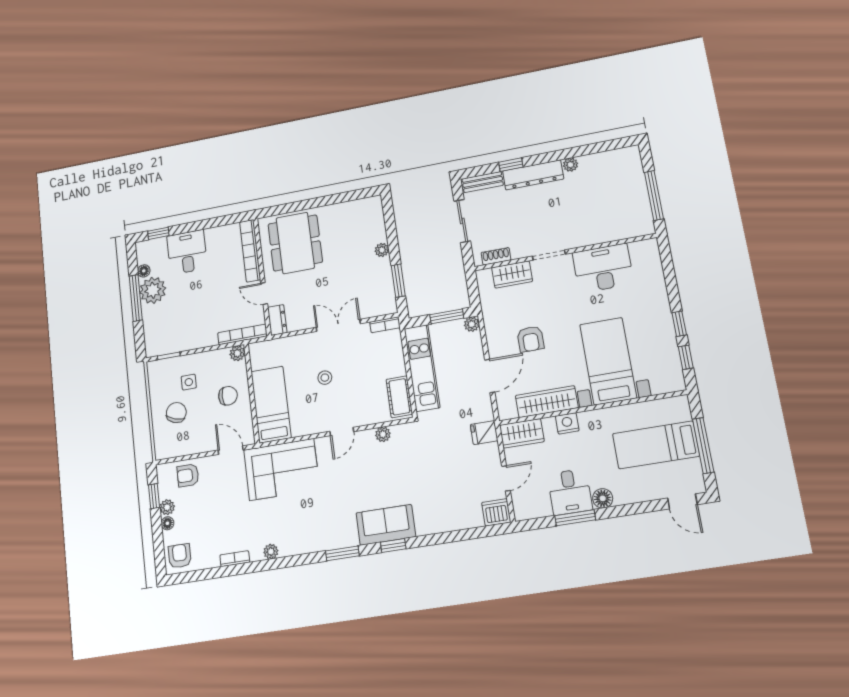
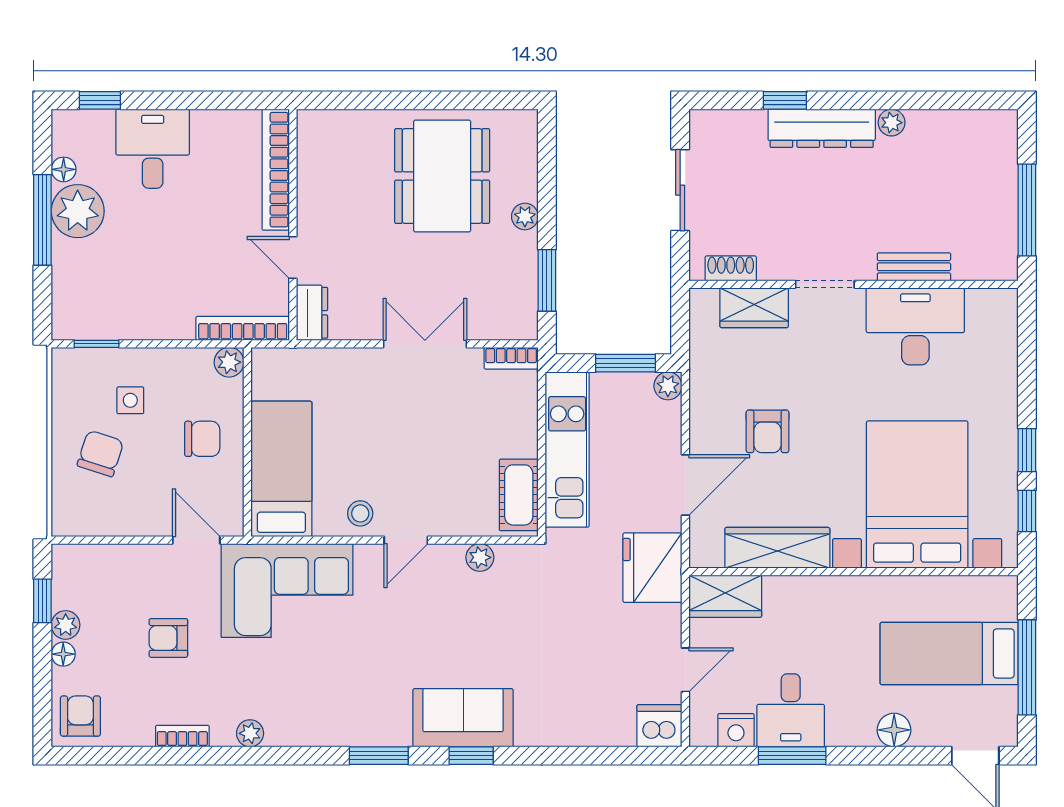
bench: (483, 182) -> (914, 267), moved
dining table: (295, 243) -> (442, 176), moved
bed with nightstands: (608, 361) -> (917, 495), width x1.36
stool: (325, 378) -> (360, 513), moved
nightstand: (567, 423) -> (736, 730), moved, turned 180
fridge: (484, 433) -> (652, 568), width x1.88, depth x1.34
armchair: (188, 475) -> (168, 638), moved
floor lamp: (603, 498) -> (894, 730), moved

